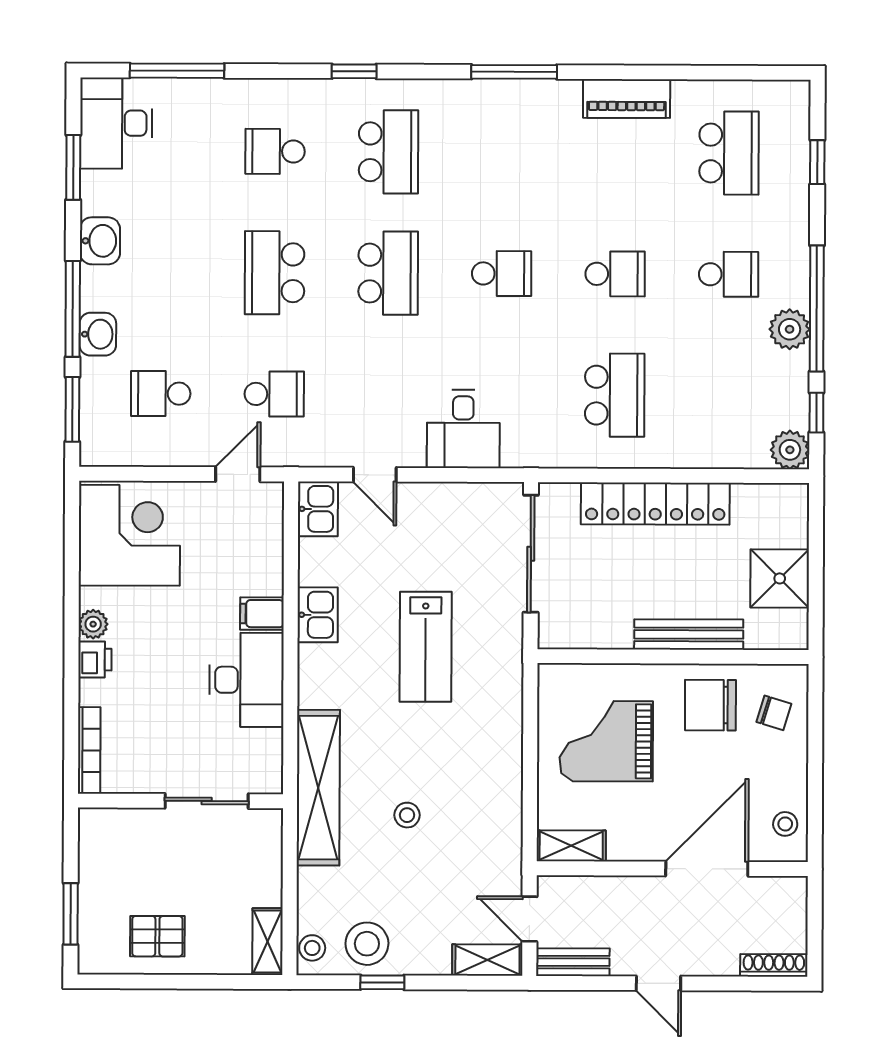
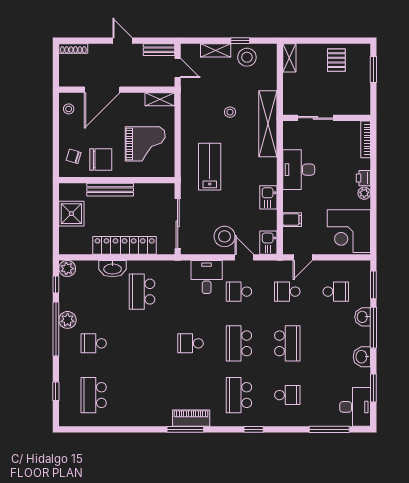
piano: (627, 99) -> (191, 418), moved
school desk: (615, 274) -> (239, 292), moved
washbasin: (684, 449) -> (113, 269), added
filing cabinet: (262, 614) -> (292, 220), moved
lab bench: (426, 647) -> (210, 167), moved
pallet: (157, 936) -> (336, 60), turned 90
stool: (312, 948) -> (225, 236), moved, width x1.89, depth x1.89
shelving: (487, 960) -> (216, 50), moved

